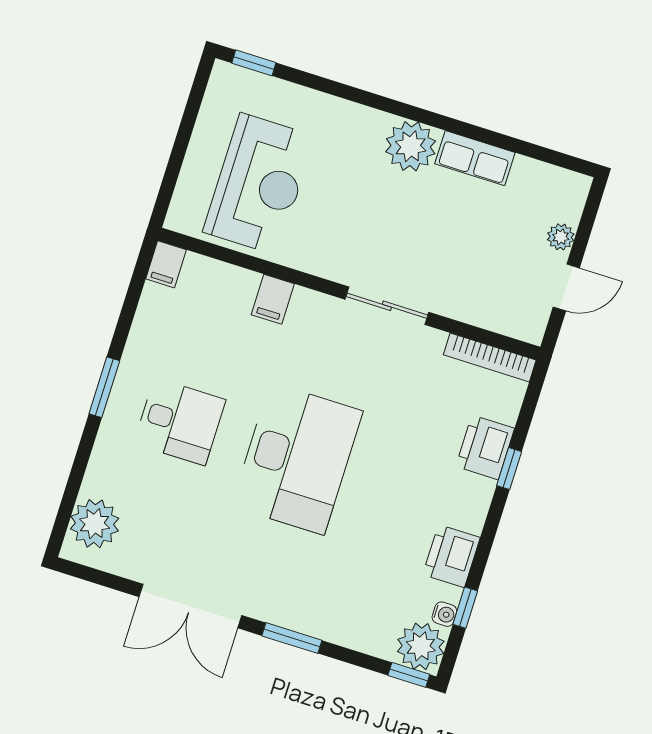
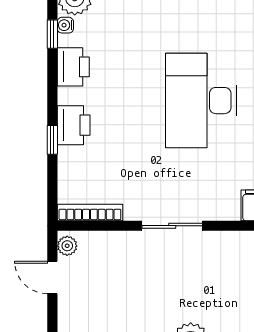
plant: (561, 237) -> (67, 246), moved
door: (566, 287) -> (52, 277), hinge flipped
printer: (485, 447) -> (74, 125), moved

